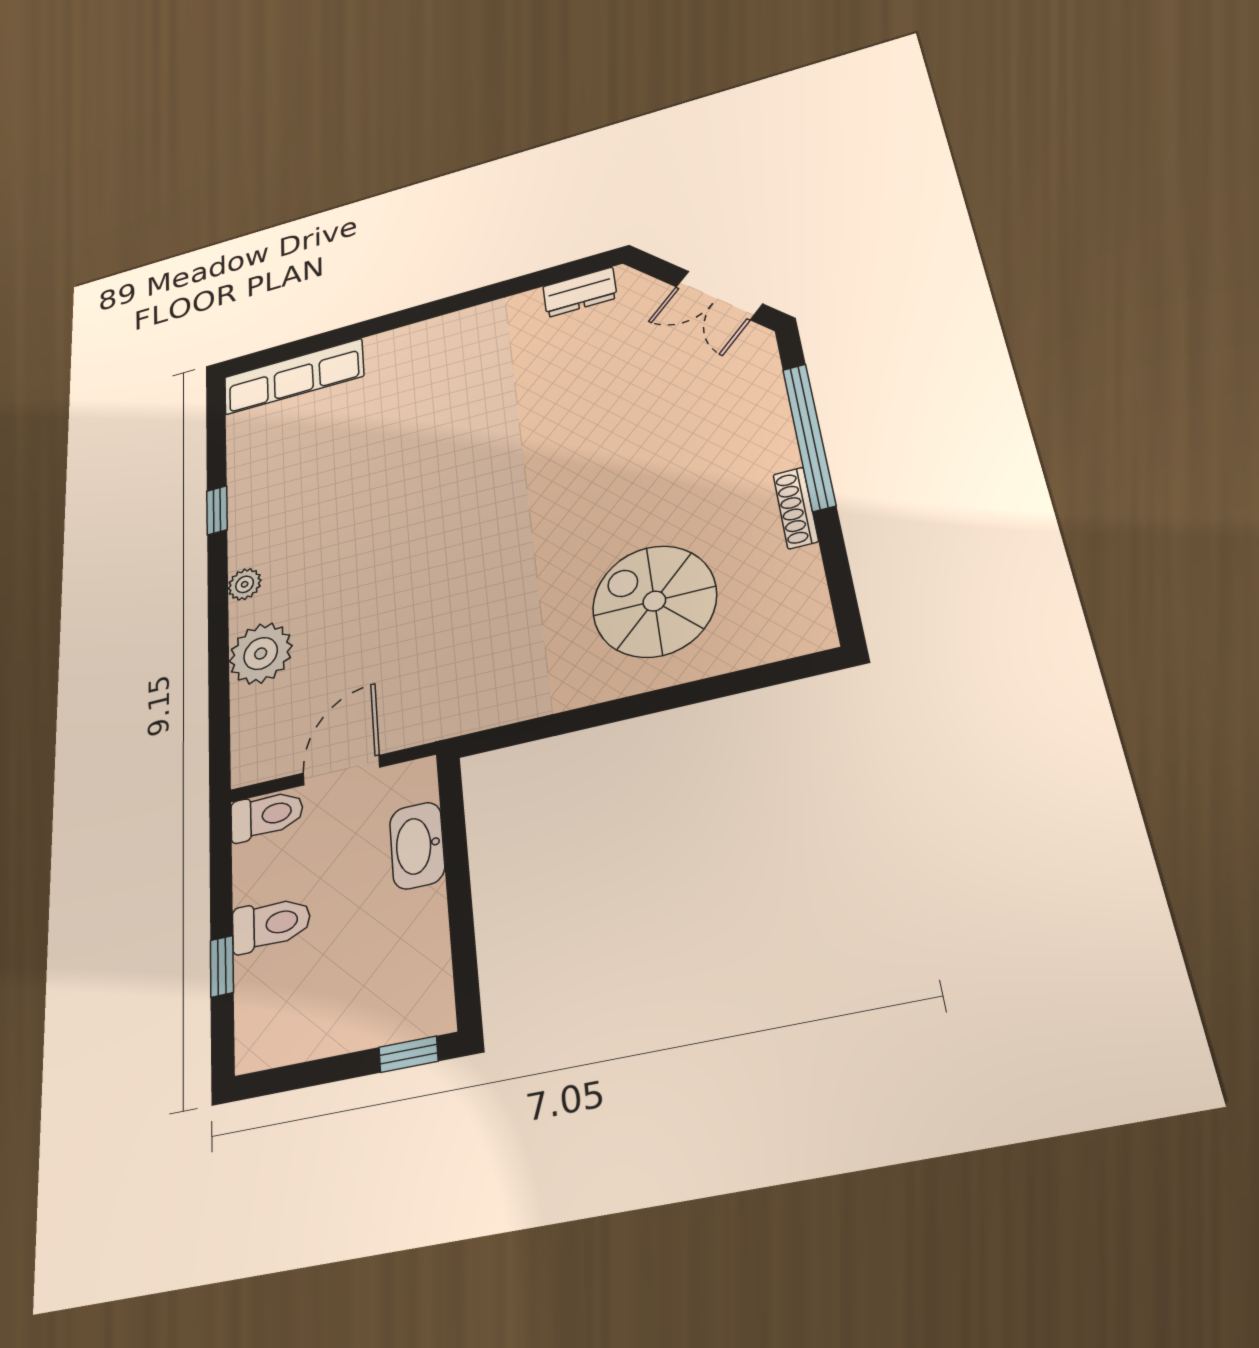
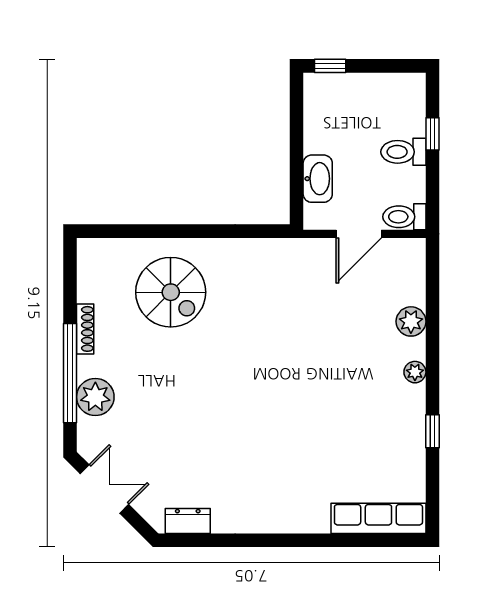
plant: (758, 414) -> (95, 397), added
plant: (261, 653) -> (411, 321), width x0.73, depth x0.73

